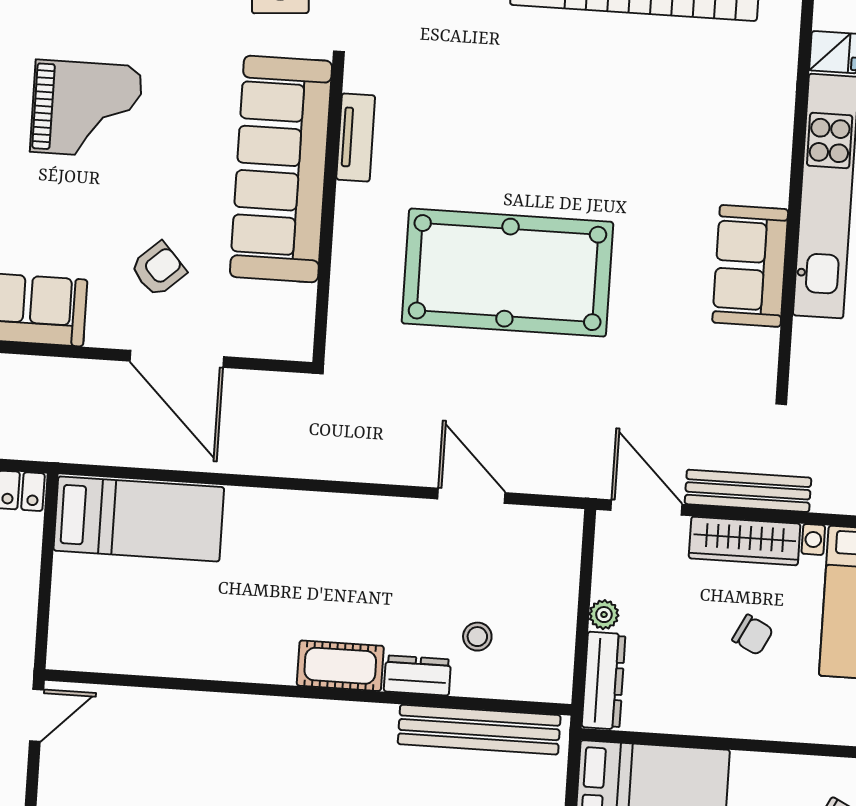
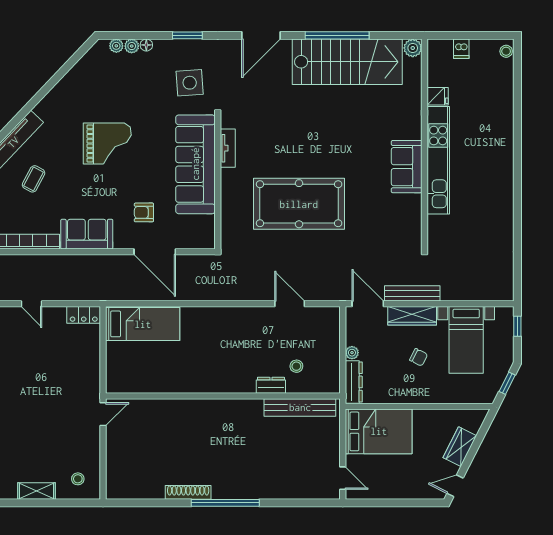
sofa: (750, 266) -> (407, 167), moved
armchair: (158, 269) -> (144, 212), turned -138
cot: (340, 666) -> (236, 383), removed

